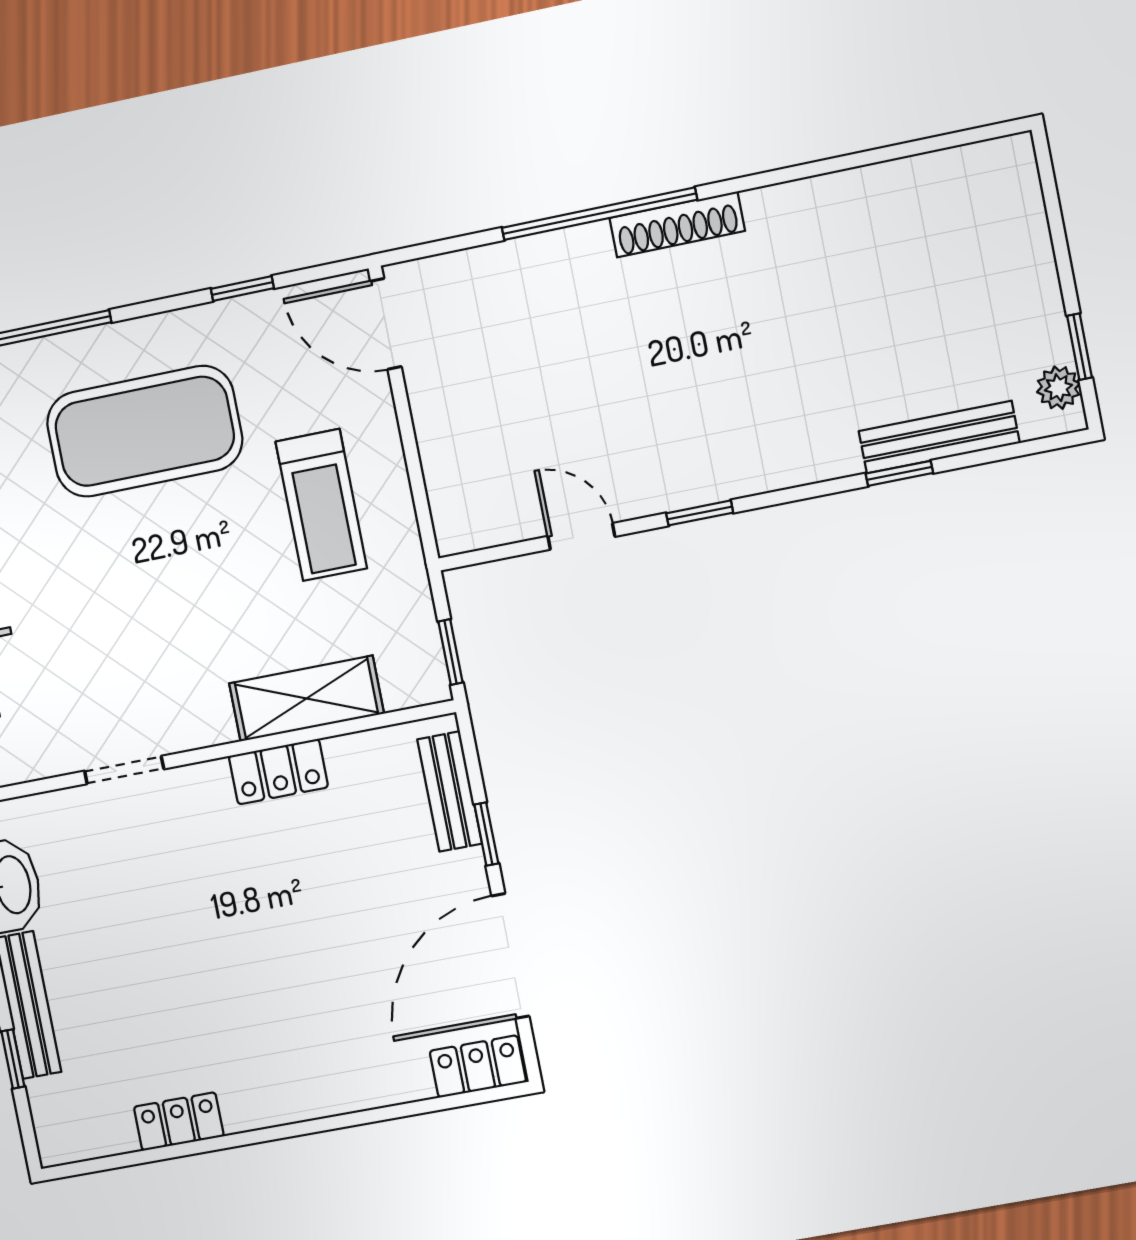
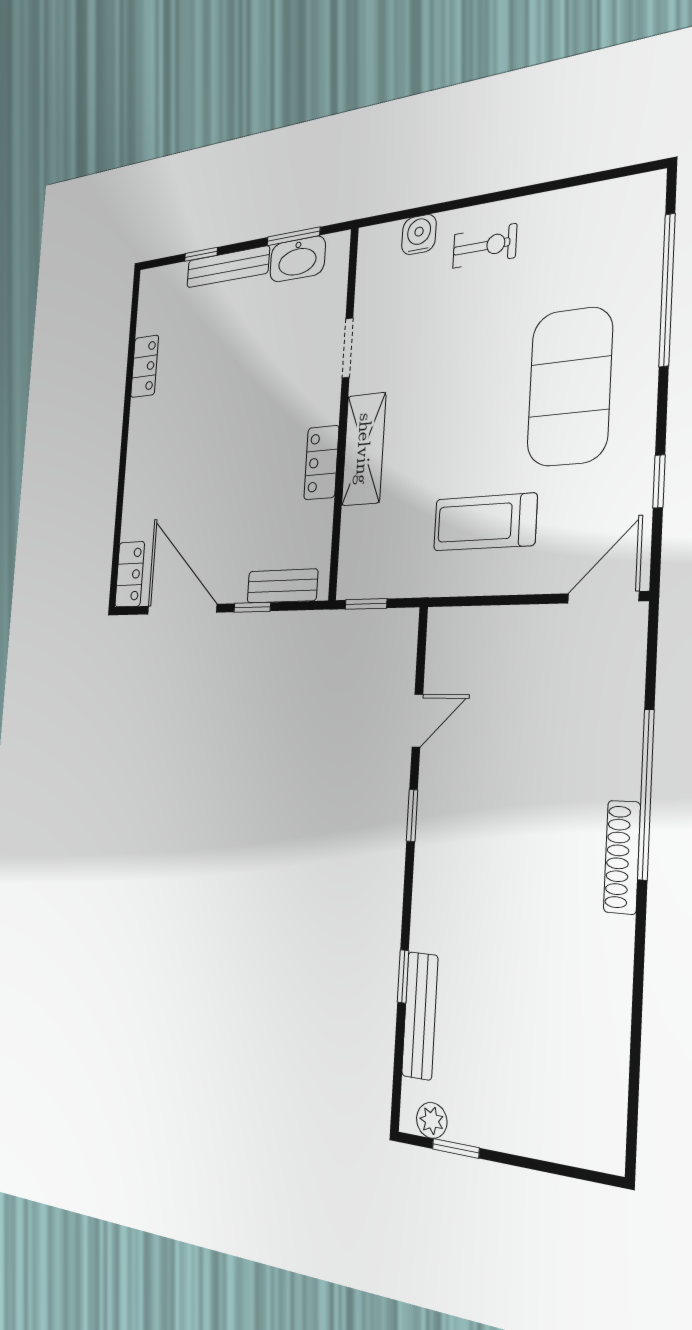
shelving: (306, 698) -> (364, 449), moved

